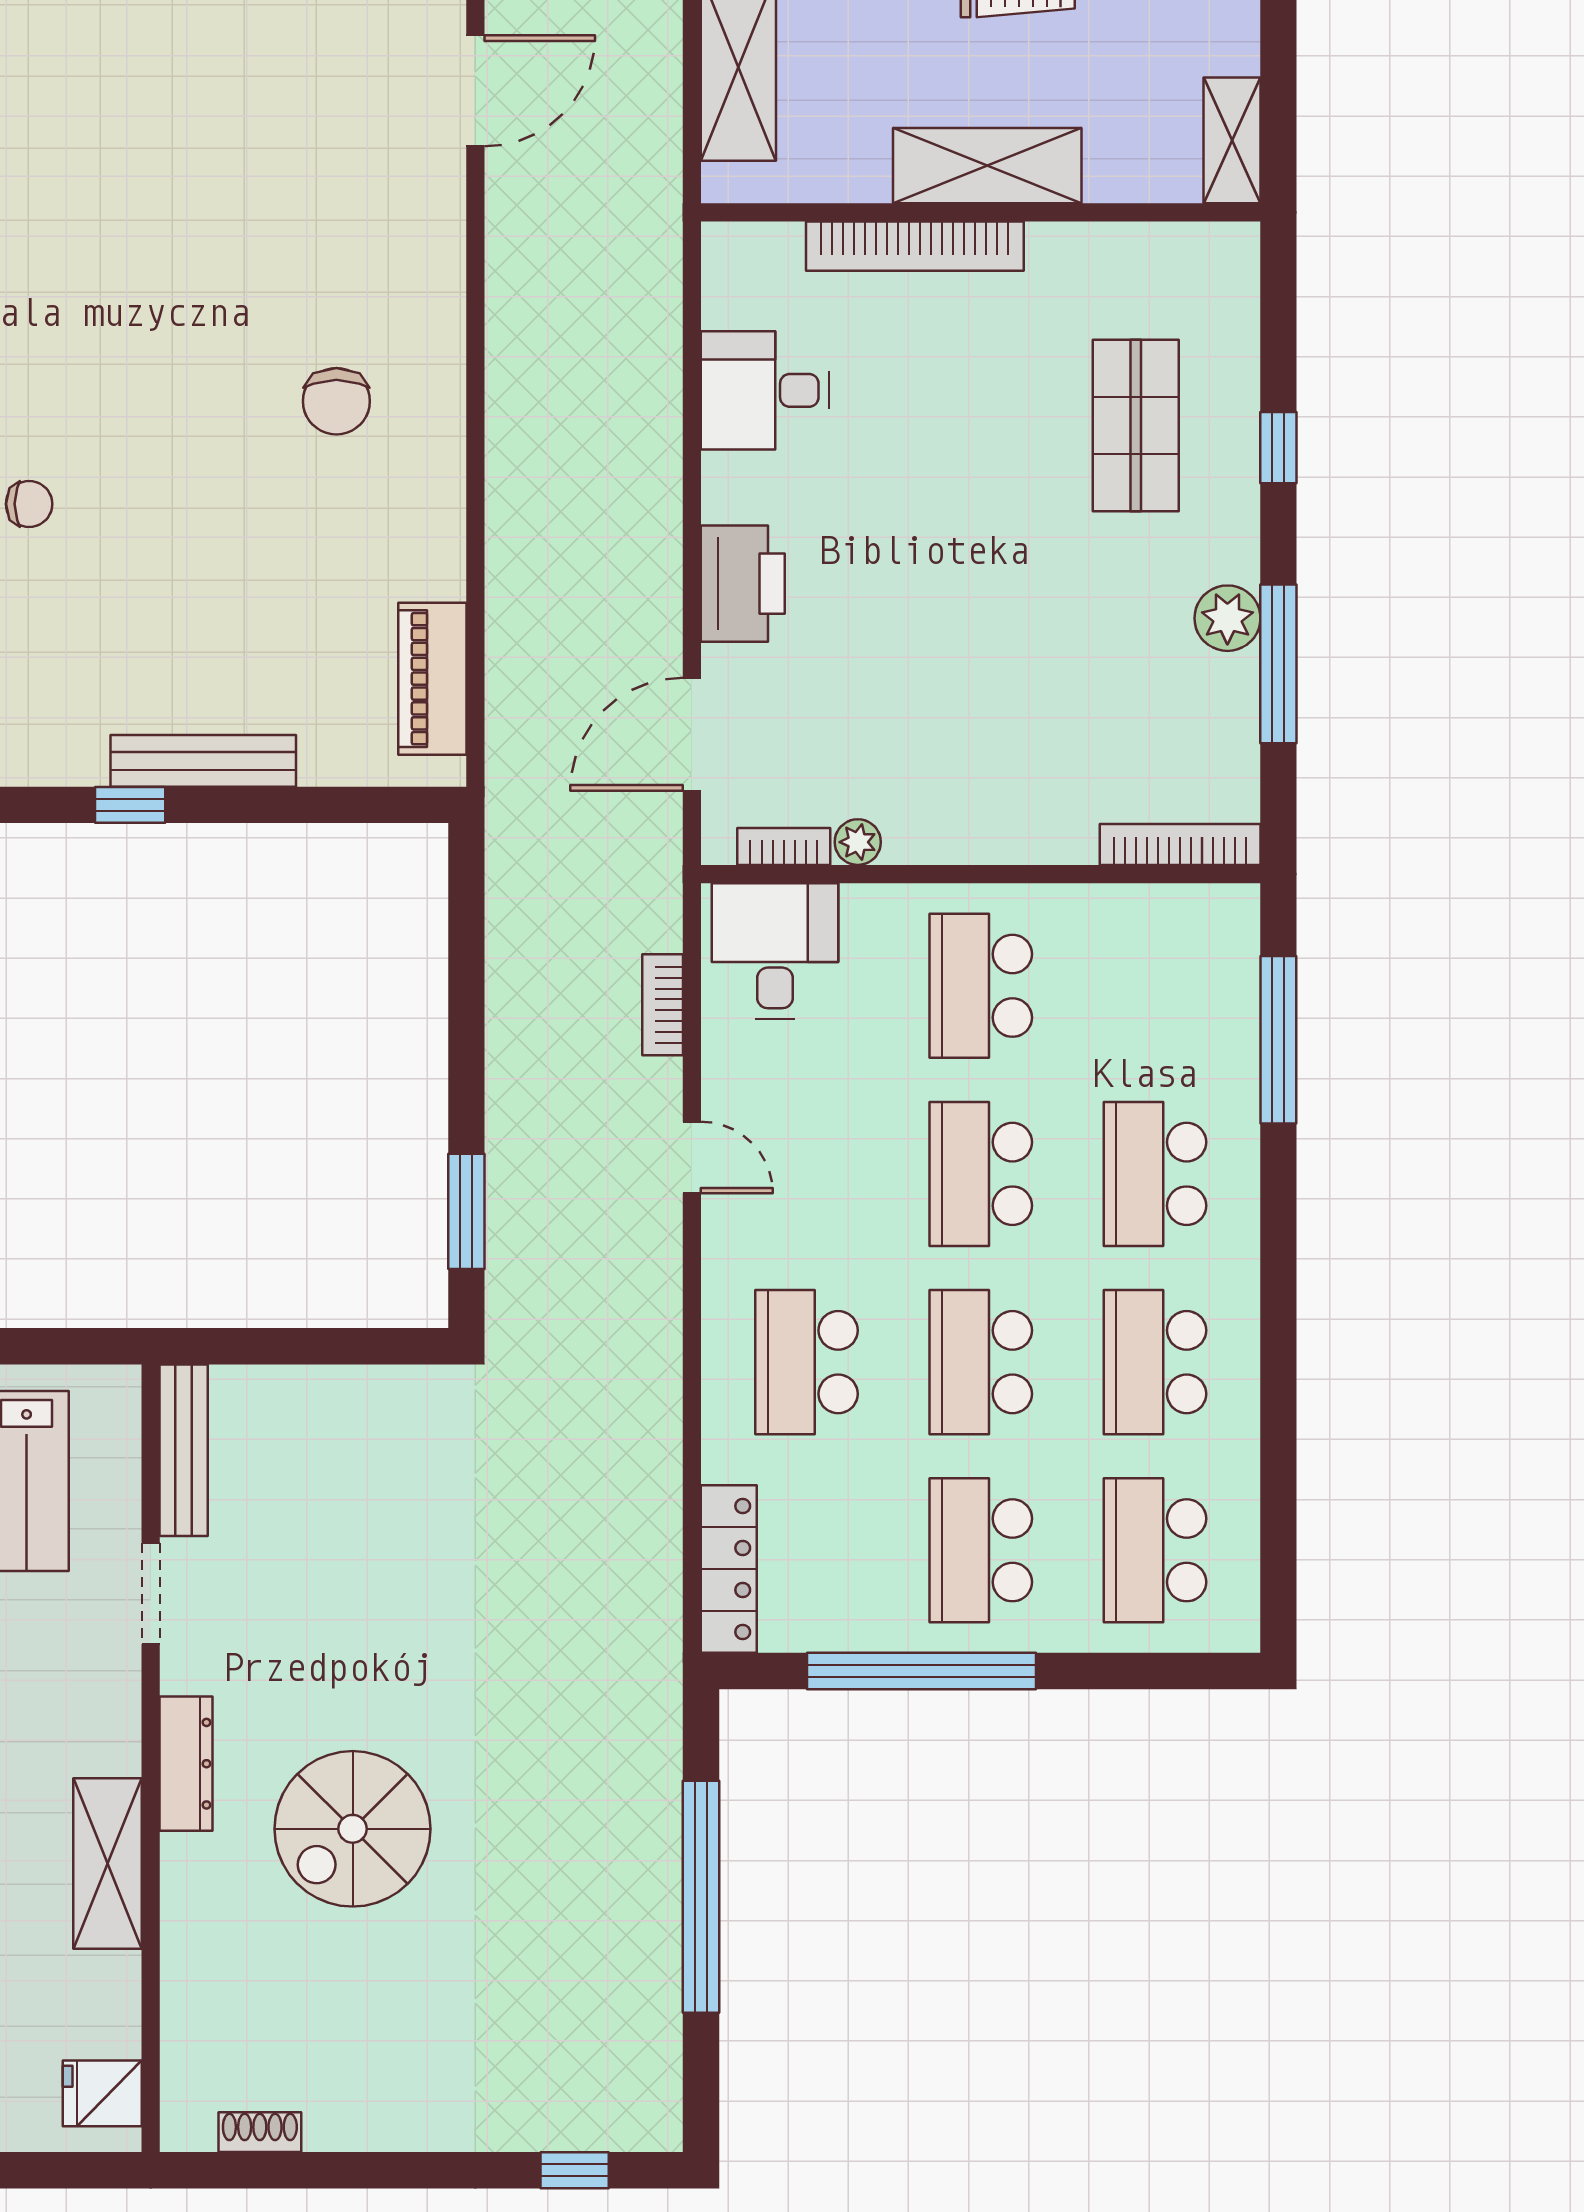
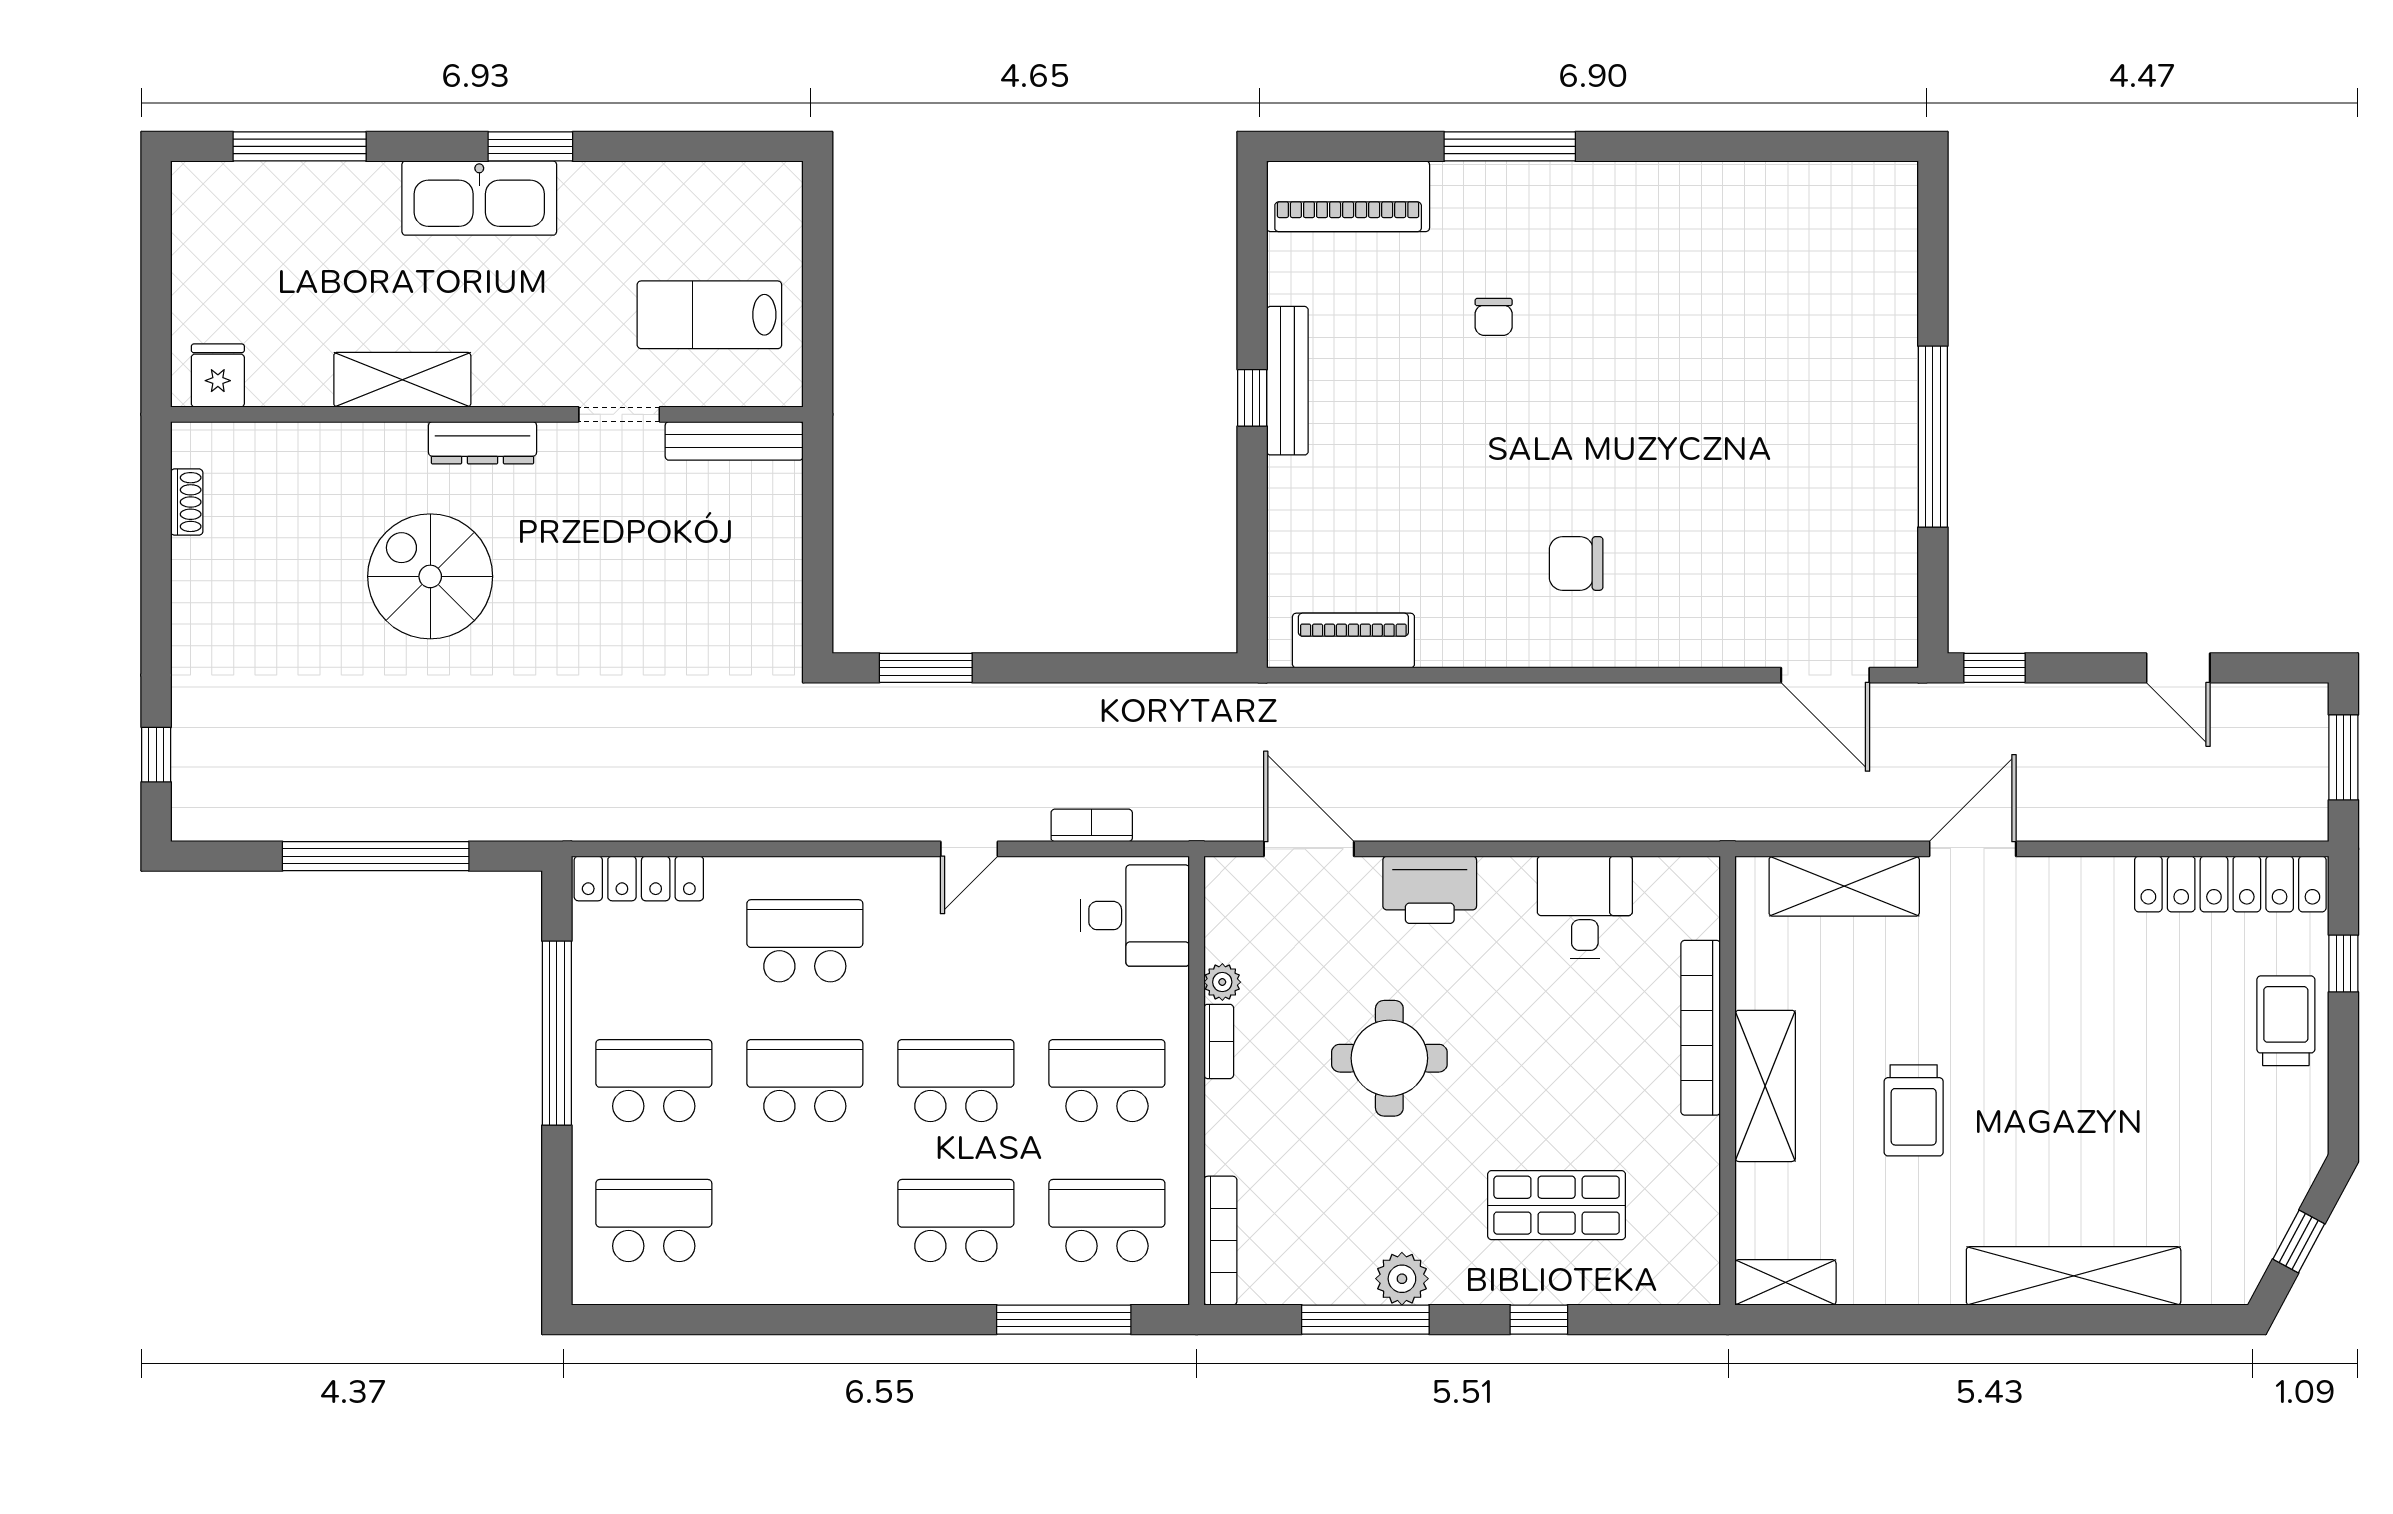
round table: (953, 634) -> (1389, 1058), added
bench: (203, 761) -> (1287, 381), moved
bookcase: (784, 846) -> (1219, 1041), moved
school desk: (1155, 1362) -> (1107, 1221), moved

